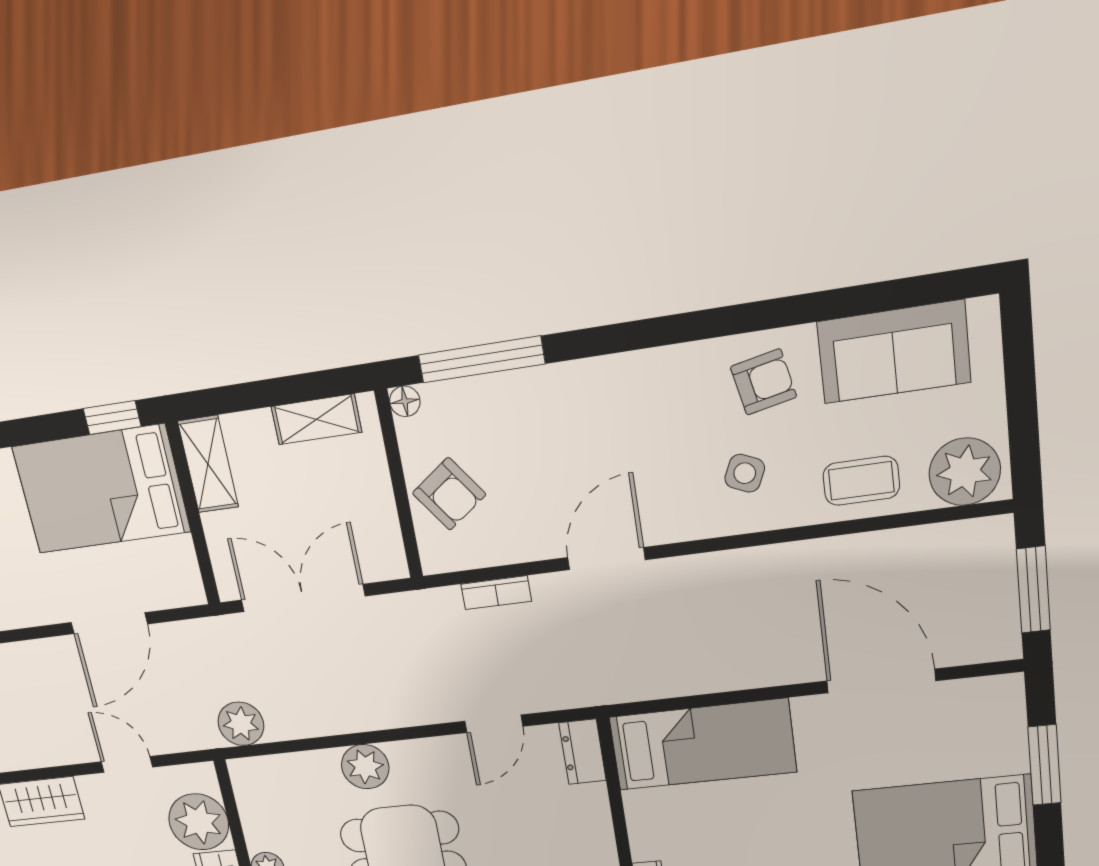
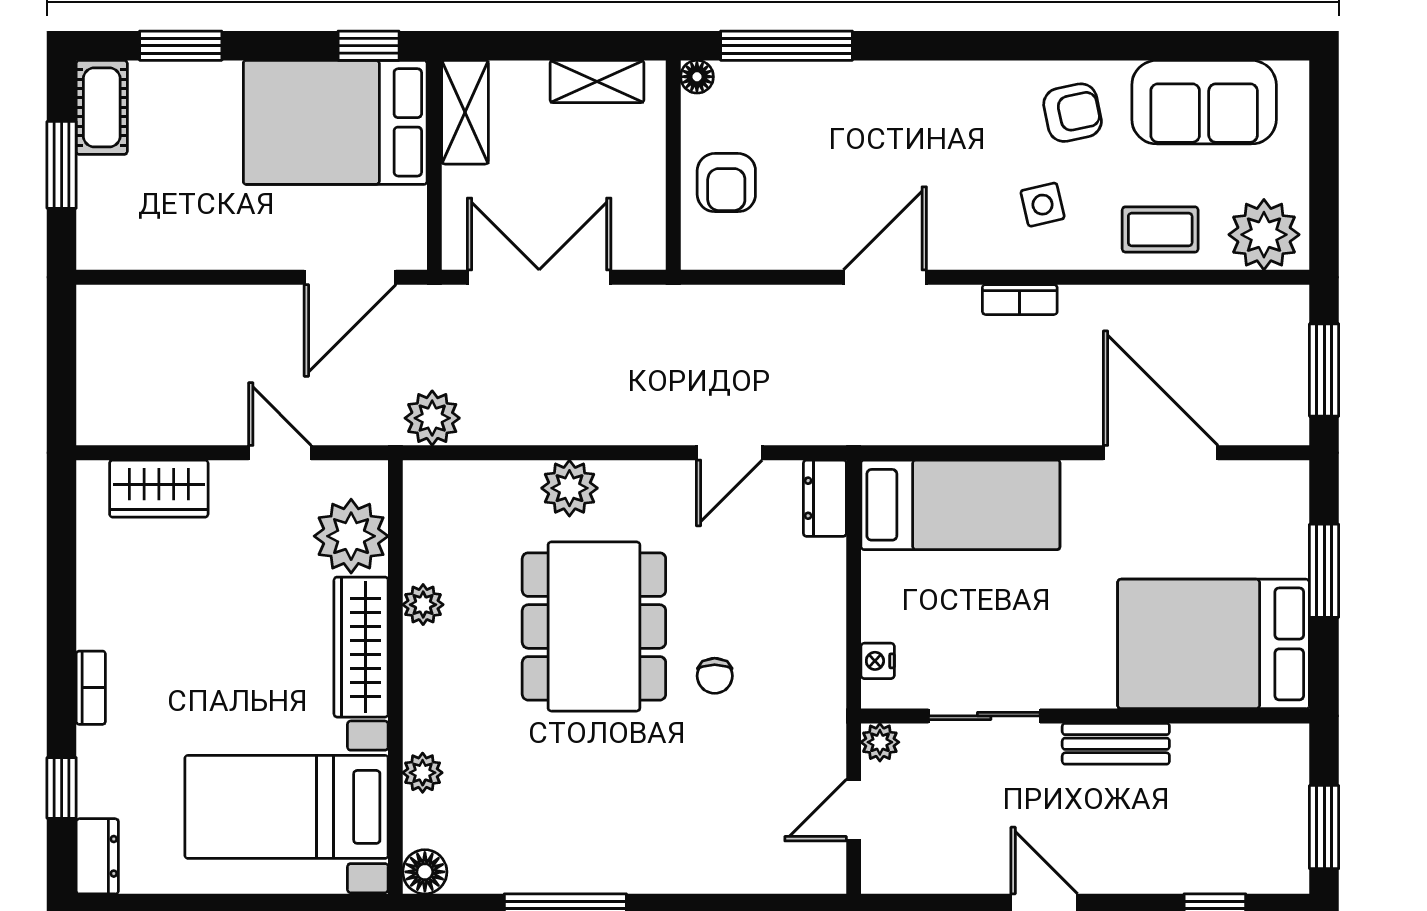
side table: (745, 473) -> (1043, 205), turned -37
armchair: (449, 494) -> (726, 183), turned 36
bookcase: (496, 593) -> (1020, 300), moved
door: (109, 623) -> (350, 277), moved

